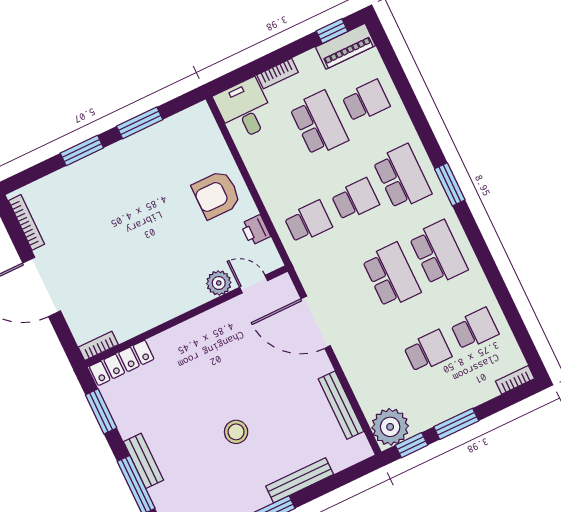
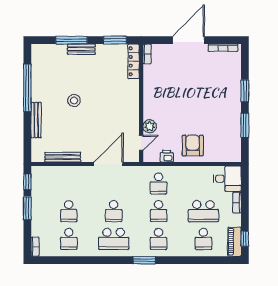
school desk: (402, 177) -> (159, 239), width x0.54
school desk: (391, 275) -> (114, 211), width x0.54
plant: (390, 427) -> (41, 176), removed

